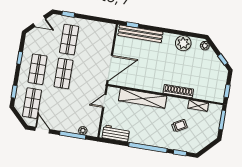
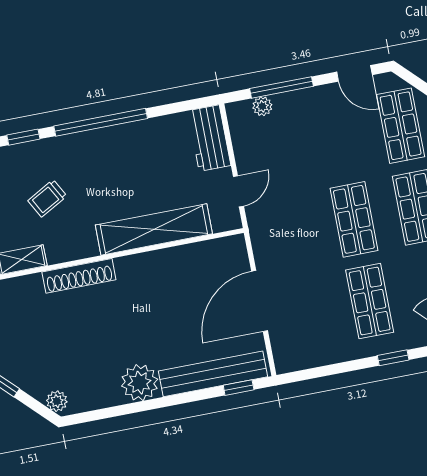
plant: (183, 43) -> (140, 383), moved
door: (110, 68) -> (260, 301), moved
workbench: (116, 133) -> (209, 138), moved, turned 90

